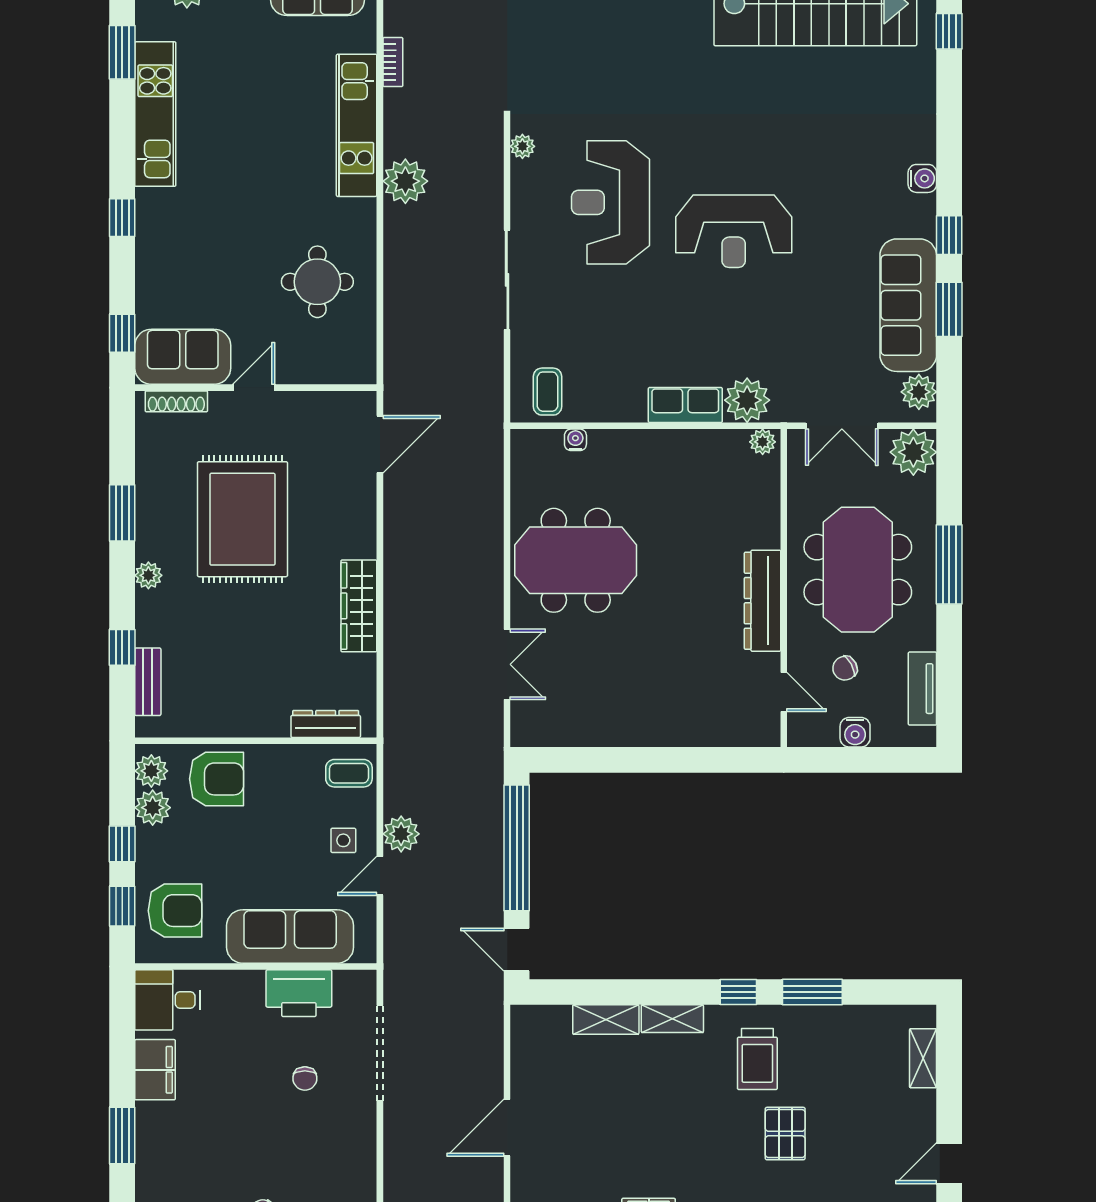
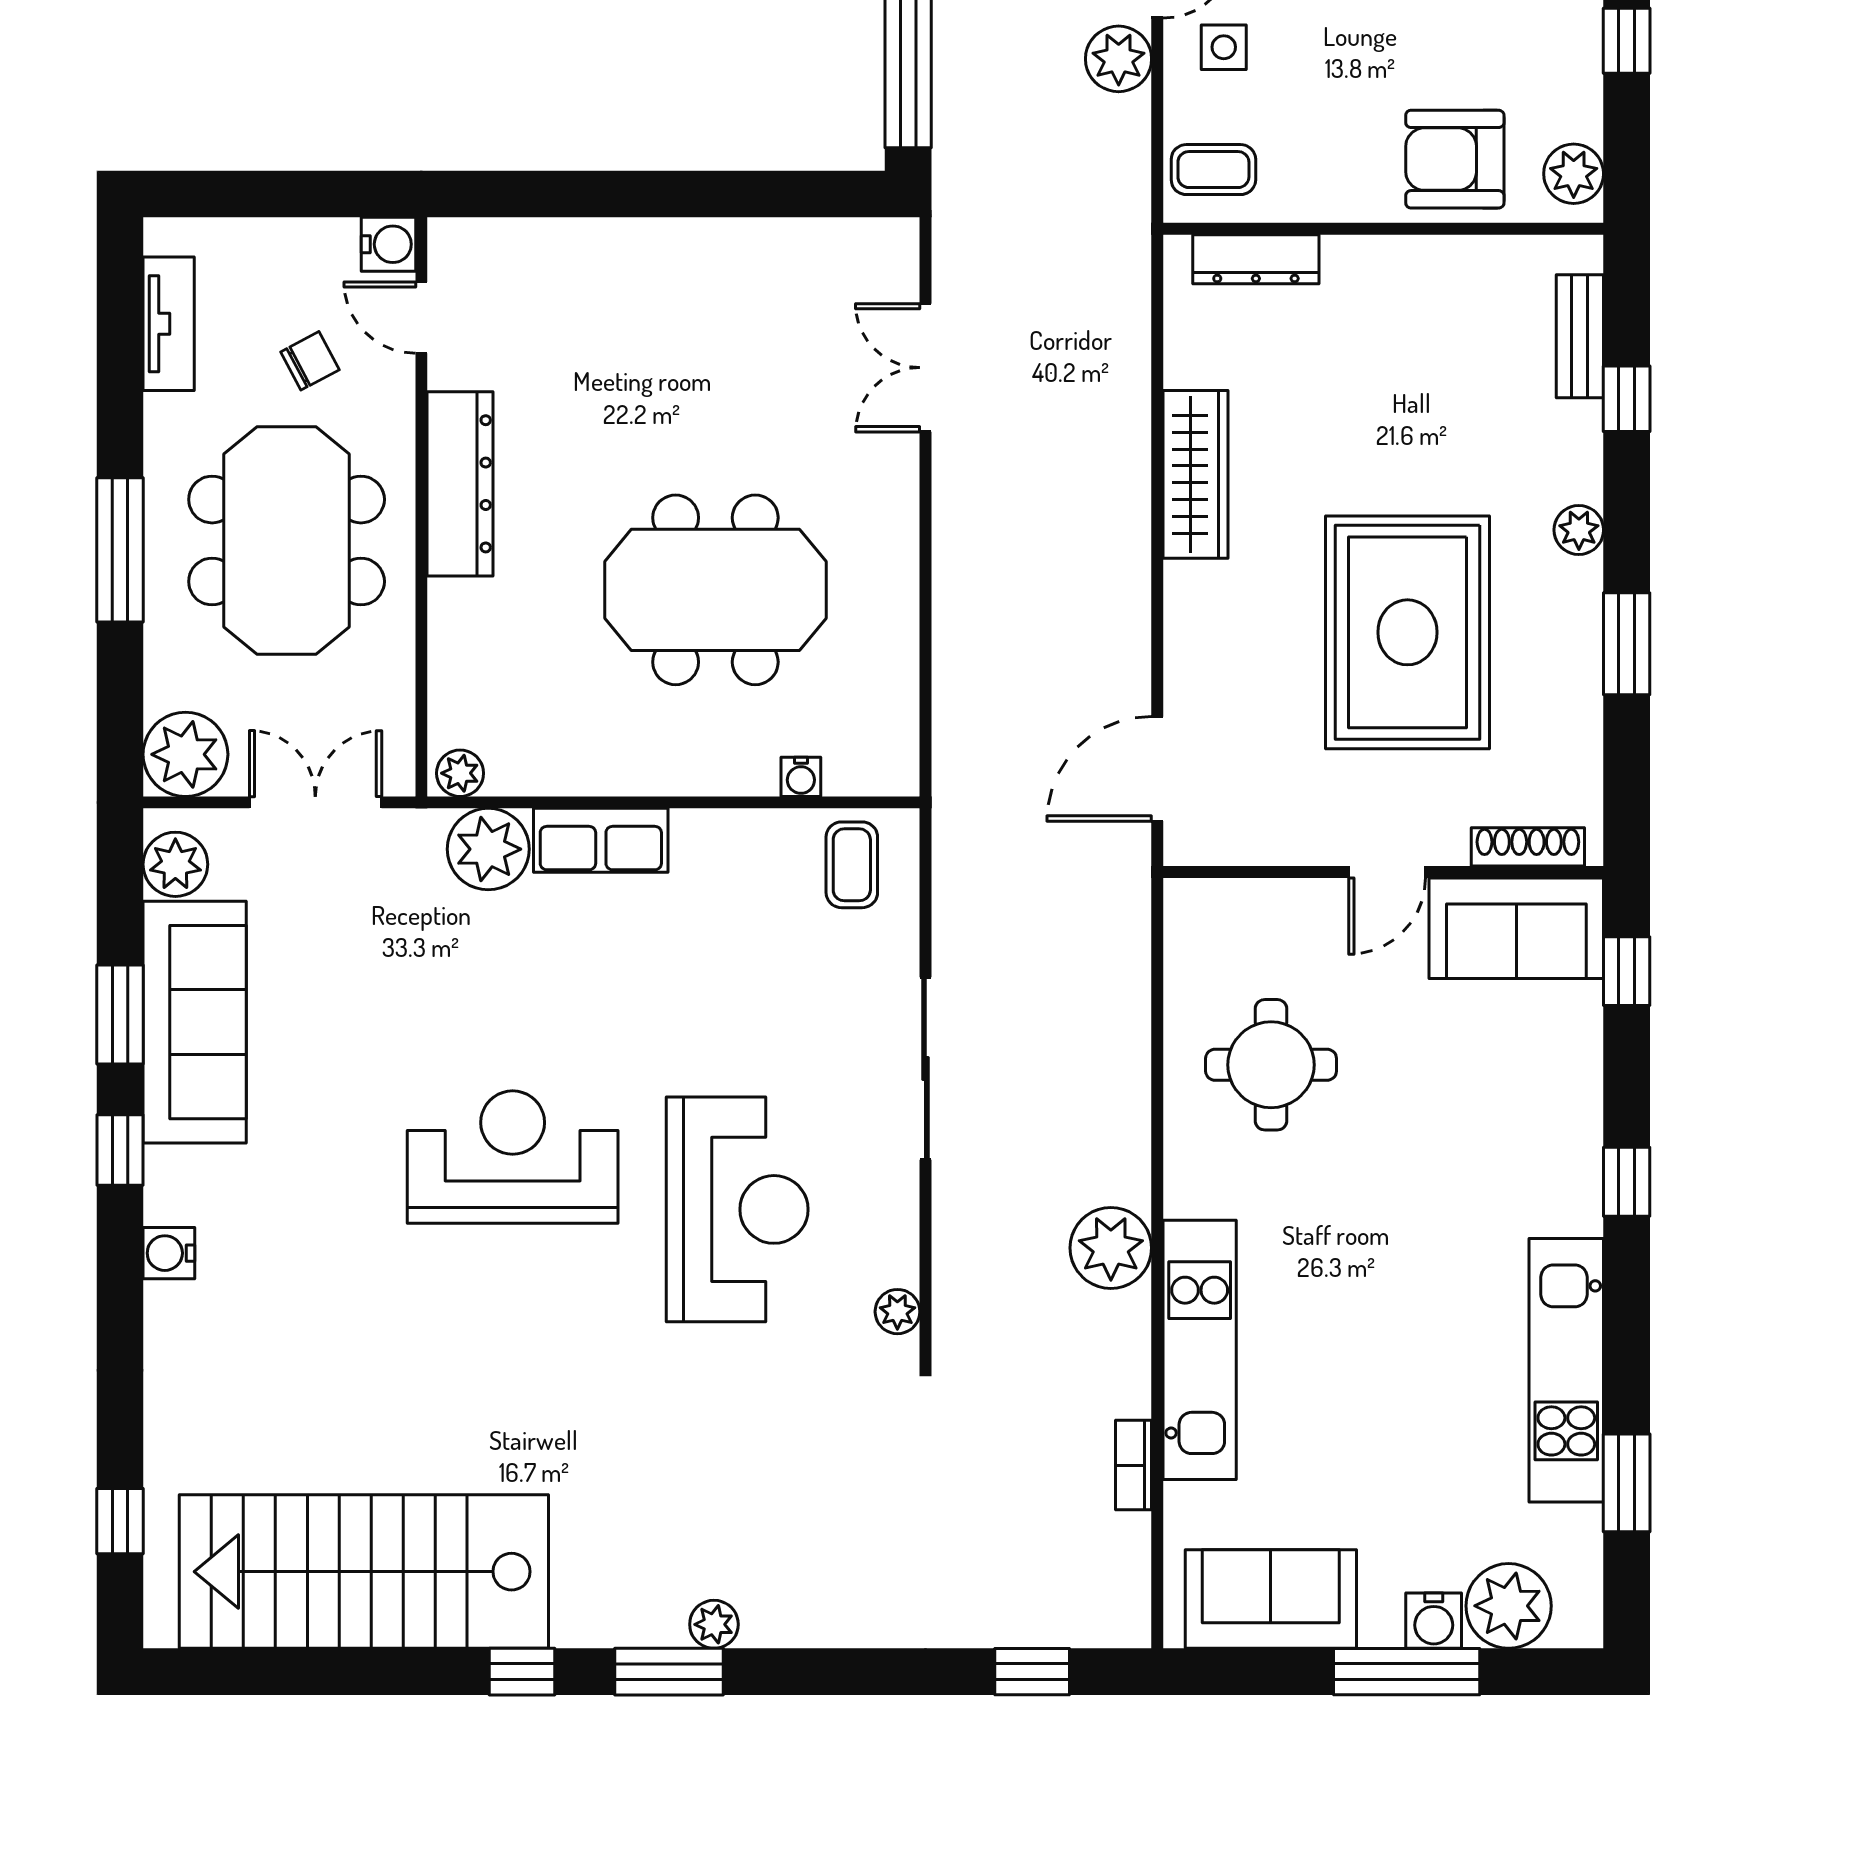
meeting table: (576, 560) -> (715, 590), moved
water cooler: (855, 732) -> (388, 244), moved, turned 90
plant: (153, 808) -> (1571, 107), removed

